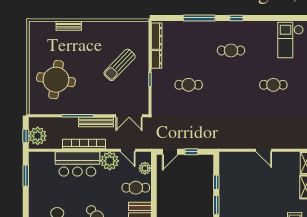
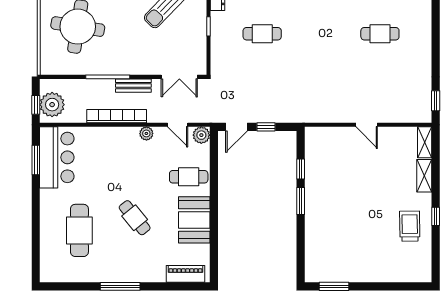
bench: (96, 122) -> (133, 86), width x0.73
plant: (110, 161) -> (146, 133), width x0.53, depth x0.53
bar counter: (77, 164) -> (57, 157), moved, turned -90
plant: (145, 168) -> (201, 135), moved

